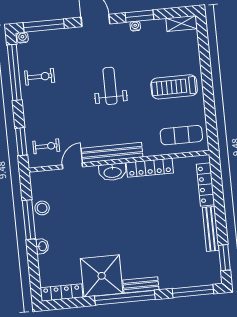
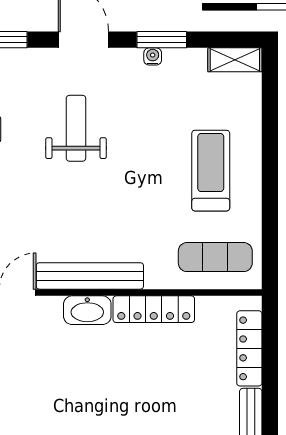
weight bench: (110, 86) -> (76, 128), moved
treadmill: (174, 87) -> (211, 171), turned 90

